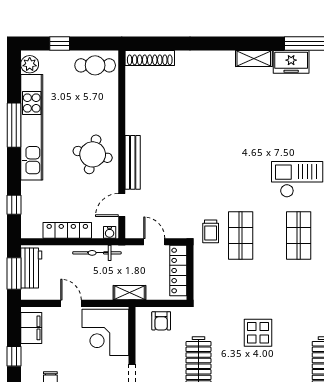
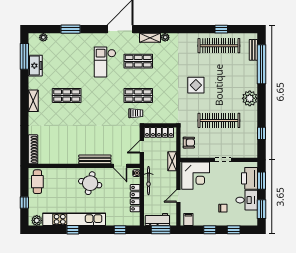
shelving: (254, 59) -> (33, 101), moved
shop shelf: (241, 115) -> (67, 95), added
window: (14, 125) -> (73, 230), width x0.46
filing cabinet: (31, 328) -> (188, 220), width x0.50

